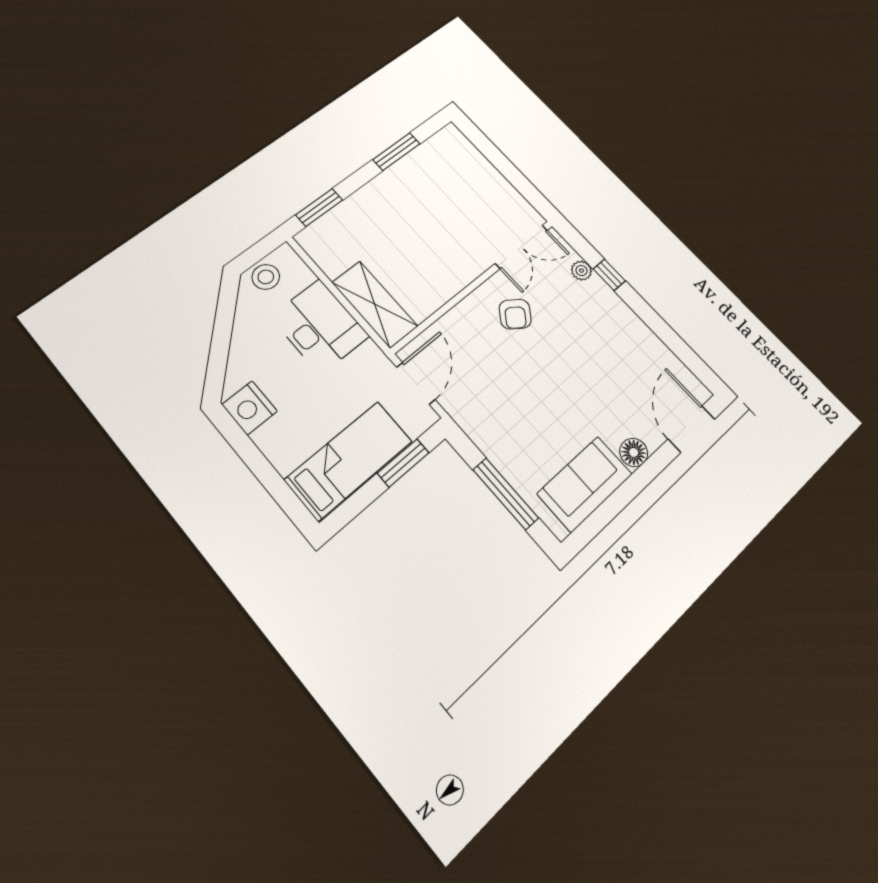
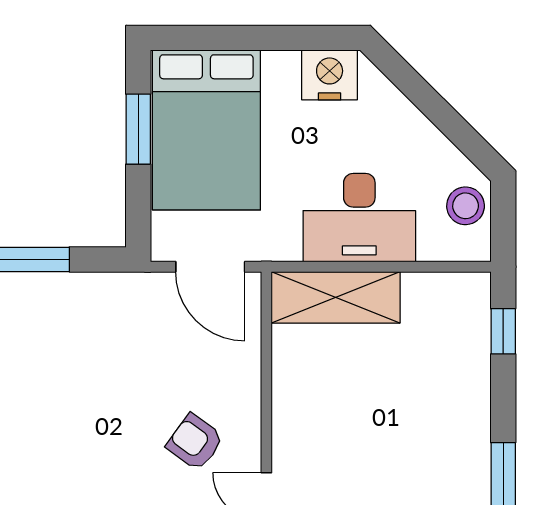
window: (319, 207) -> (503, 331), width x0.67
bed: (349, 460) -> (206, 130), width x1.50
window: (403, 463) -> (138, 129), moved

